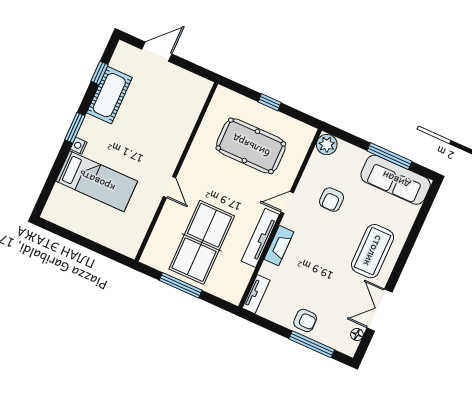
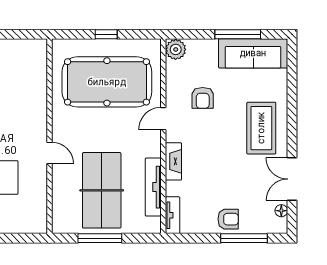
pool table: (251, 146) -> (107, 82), width x1.36, depth x1.32
tv unit: (260, 238) -> (153, 187), moved

